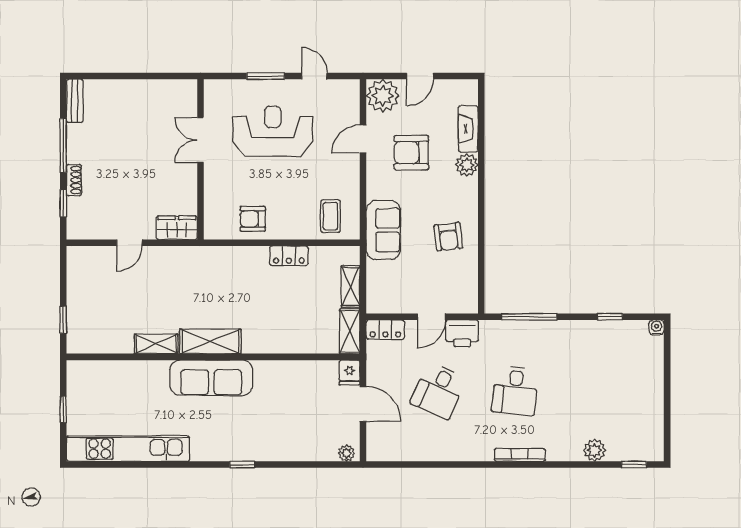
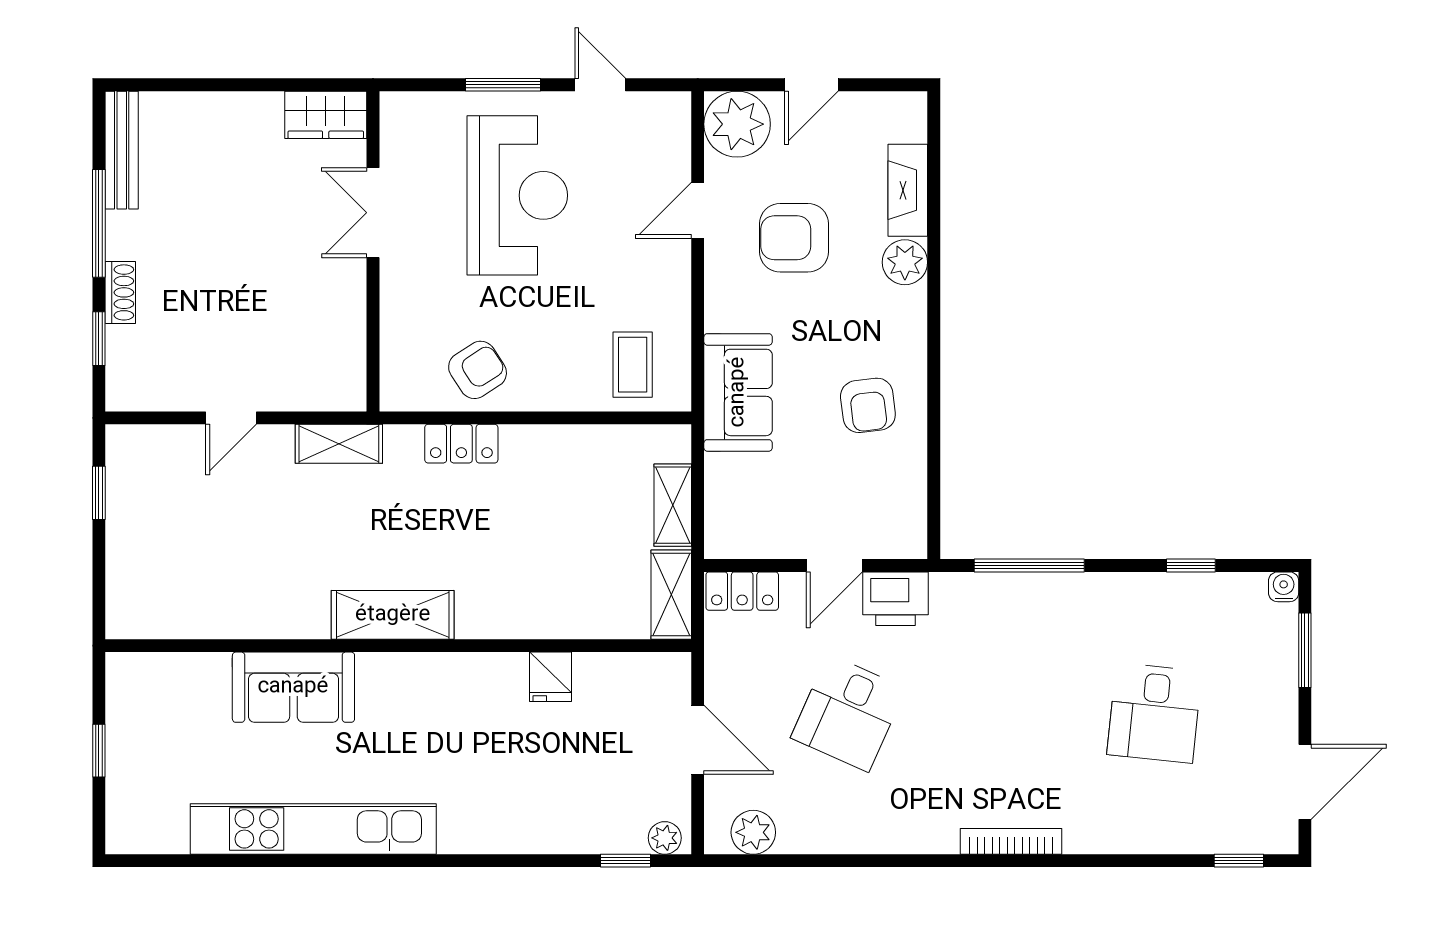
bench: (75, 101) -> (122, 150), width x1.36
reception desk: (273, 131) -> (517, 195), turned 90
armchair: (253, 219) -> (478, 370), turned 147
wardrobe: (177, 228) -> (326, 115), moved, turned 180
locker: (289, 256) -> (461, 444), moved
window: (63, 320) -> (99, 493), moved
shelving: (156, 344) -> (339, 444), moved
window: (667, 359) -> (1305, 650), added
fridge: (349, 372) -> (550, 677), moved
sofa: (211, 378) -> (293, 687), moved, width x0.73
desk: (515, 391) -> (1154, 713), moved
door: (667, 425) -> (1305, 782), added
kitchen unit: (128, 449) -> (313, 829), moved
plant: (595, 450) -> (753, 832), moved
window: (242, 465) -> (625, 861), moved

